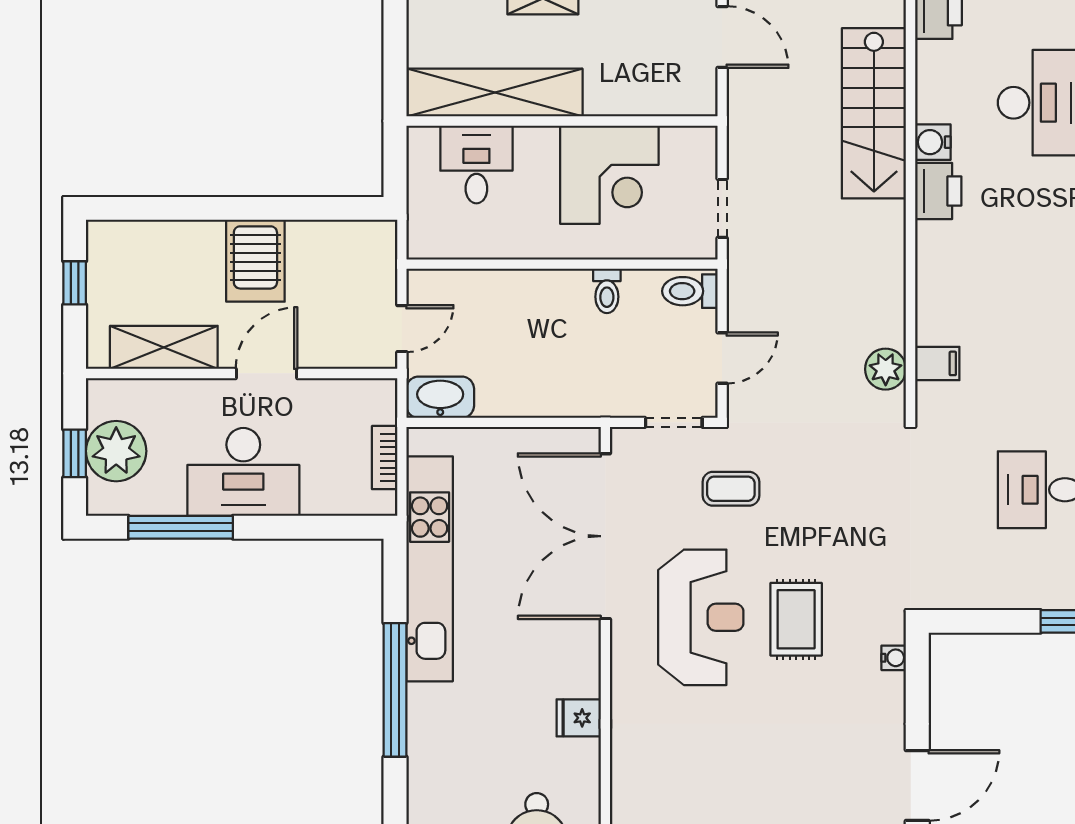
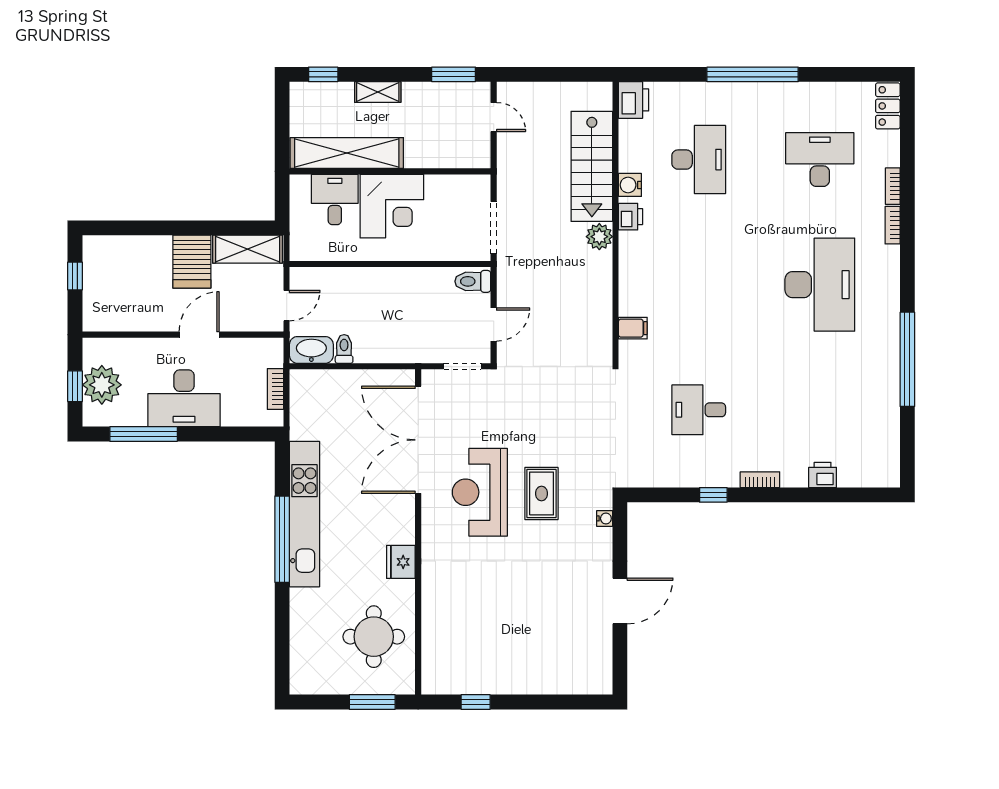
door: (722, 37) -> (494, 117), width x0.73
corner desk: (609, 175) -> (392, 206), moved
printer: (938, 191) -> (630, 217), width x0.73, depth x0.81
doorway: (722, 208) -> (494, 228), width x1.38
toilet: (607, 291) -> (344, 349), moved, turned 180
shelving: (164, 347) -> (248, 249), moved
plant: (886, 369) -> (599, 237), moved
coffee table: (731, 489) -> (499, 409), removed
kitchen unit: (430, 569) -> (304, 514), moved
reception desk: (701, 617) -> (480, 492), turned 180
fridge: (579, 718) -> (401, 562), width x1.38

